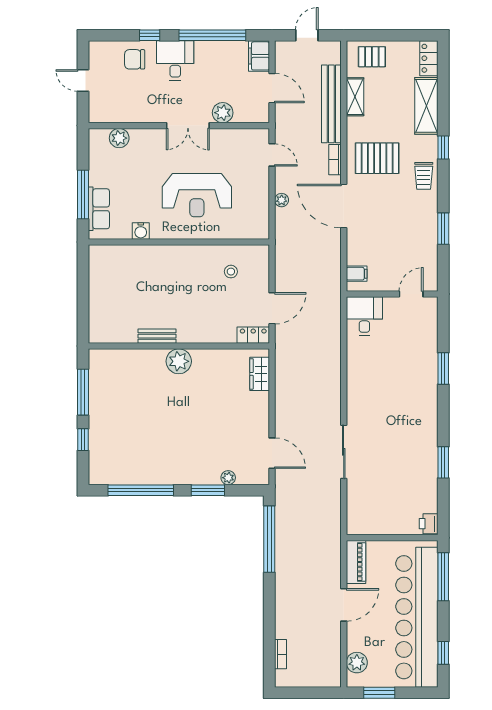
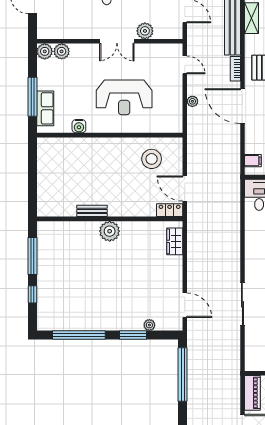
plant: (98, 138) -> (45, 51), added
stool: (231, 272) -> (152, 159), width x1.89, depth x1.89
door: (272, 308) -> (185, 188), swing flipped

